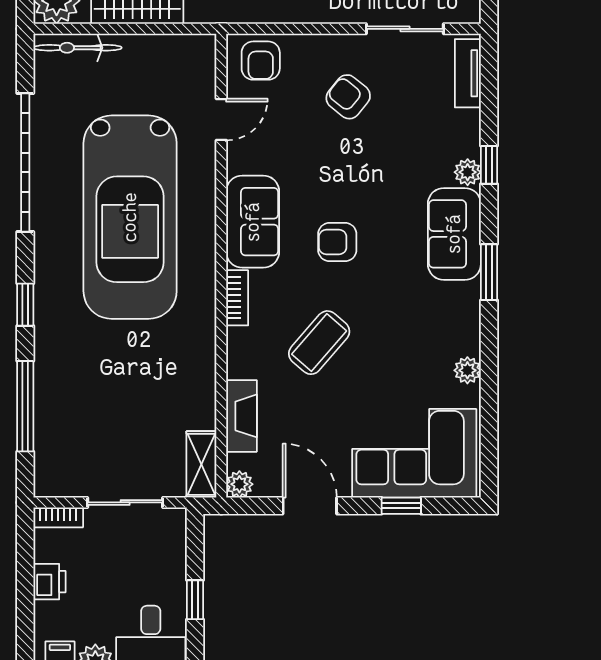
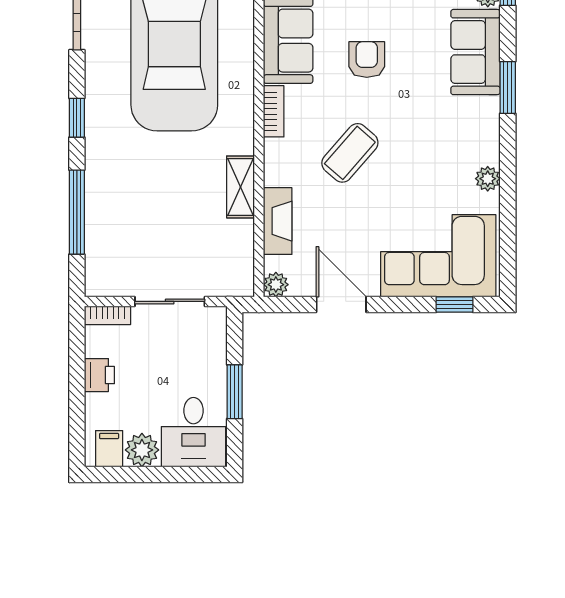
armchair: (337, 242) -> (367, 60), turned 90
shelving: (201, 464) -> (240, 187), moved
window: (401, 506) -> (454, 305), moved
window: (195, 600) -> (235, 392), width x1.50

